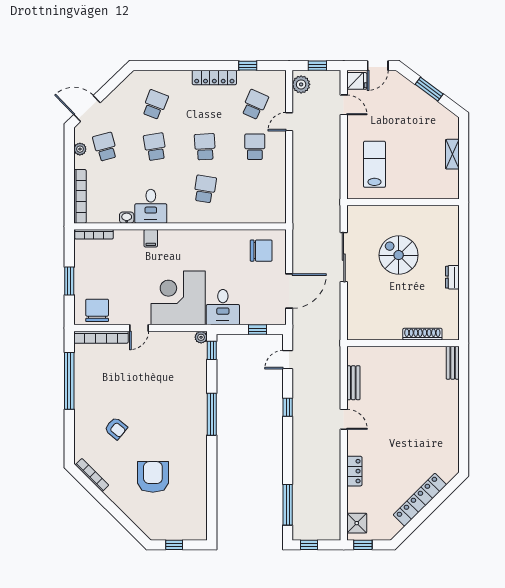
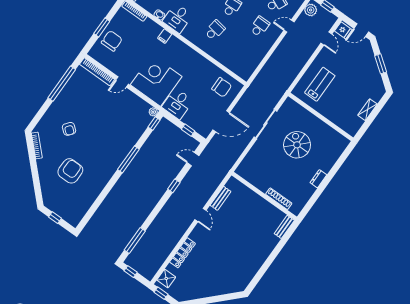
chair: (97, 310) -> (112, 41), moved
locker: (354, 471) -> (183, 253), width x1.53
locker: (420, 500) -> (211, 291), removed

